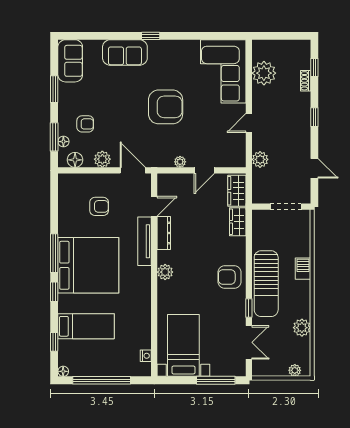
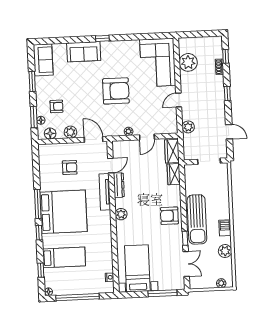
barbecue: (303, 269) -> (225, 228), moved

